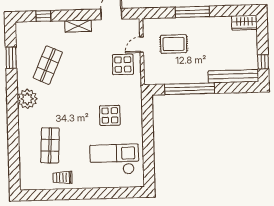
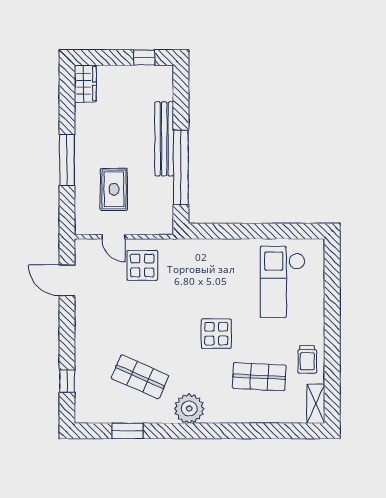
shelving: (78, 26) -> (316, 404), moved
bench: (233, 76) -> (164, 139), moved
display table: (110, 115) -> (216, 334), moved

